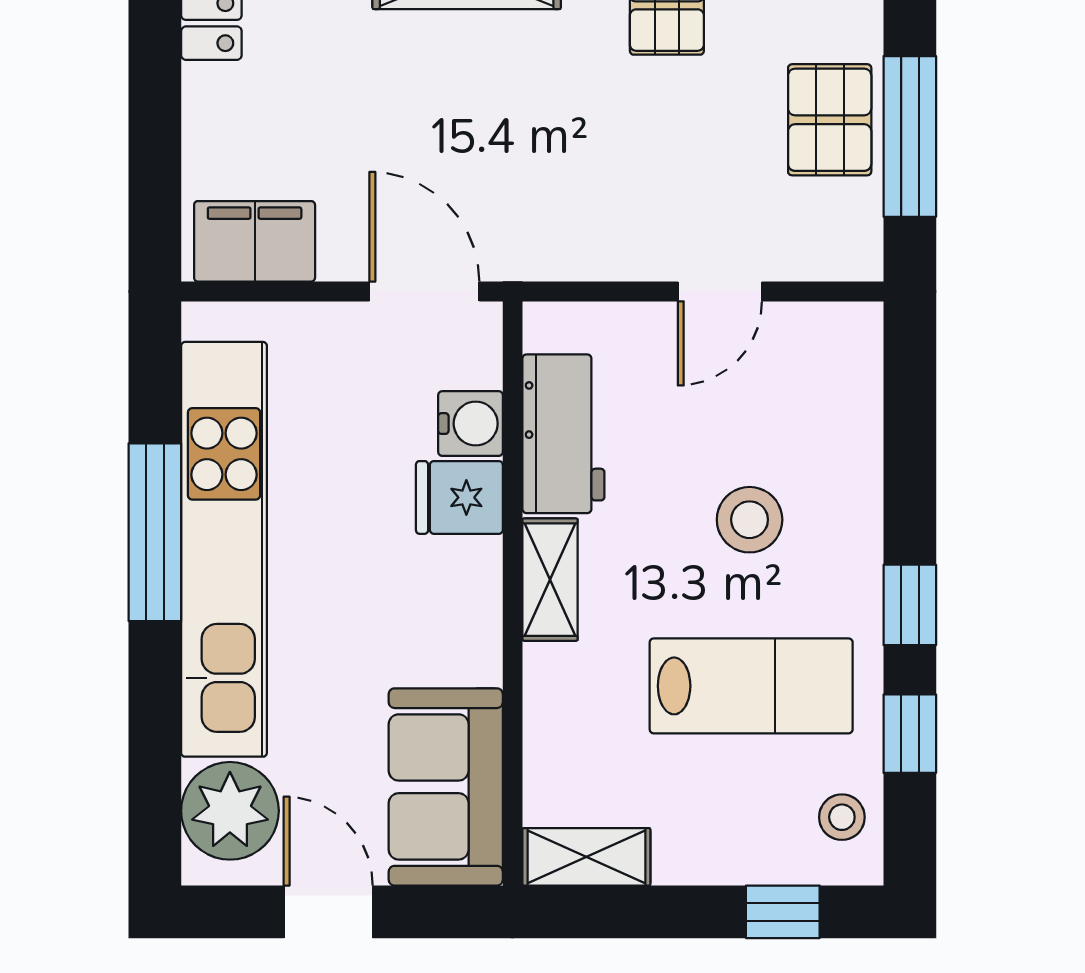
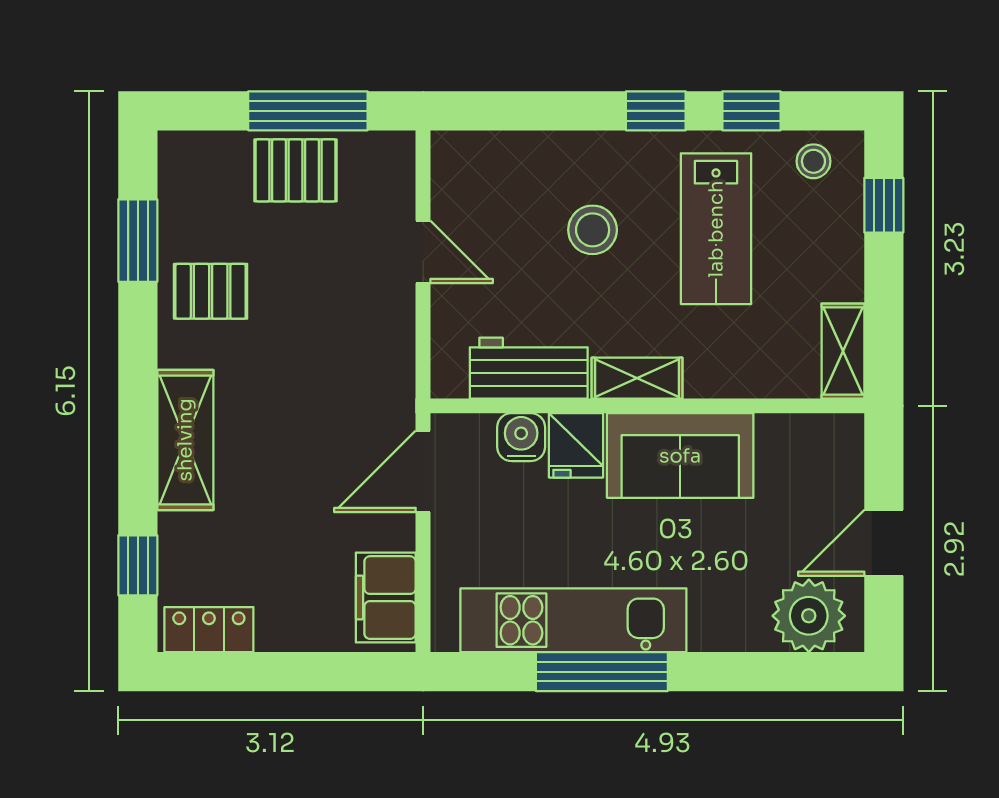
kitchen unit: (224, 549) -> (573, 620), width x0.73
lab bench: (751, 686) -> (716, 229), turned 180
sofa: (446, 787) -> (680, 456), moved

